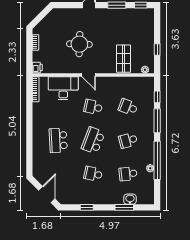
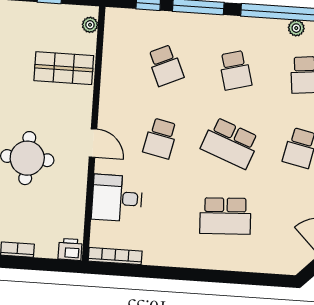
door: (89, 75) -> (93, 143), hinge flipped
desk: (63, 88) -> (117, 198), width x0.73
school desk: (128, 107) -> (165, 65), turned -45

